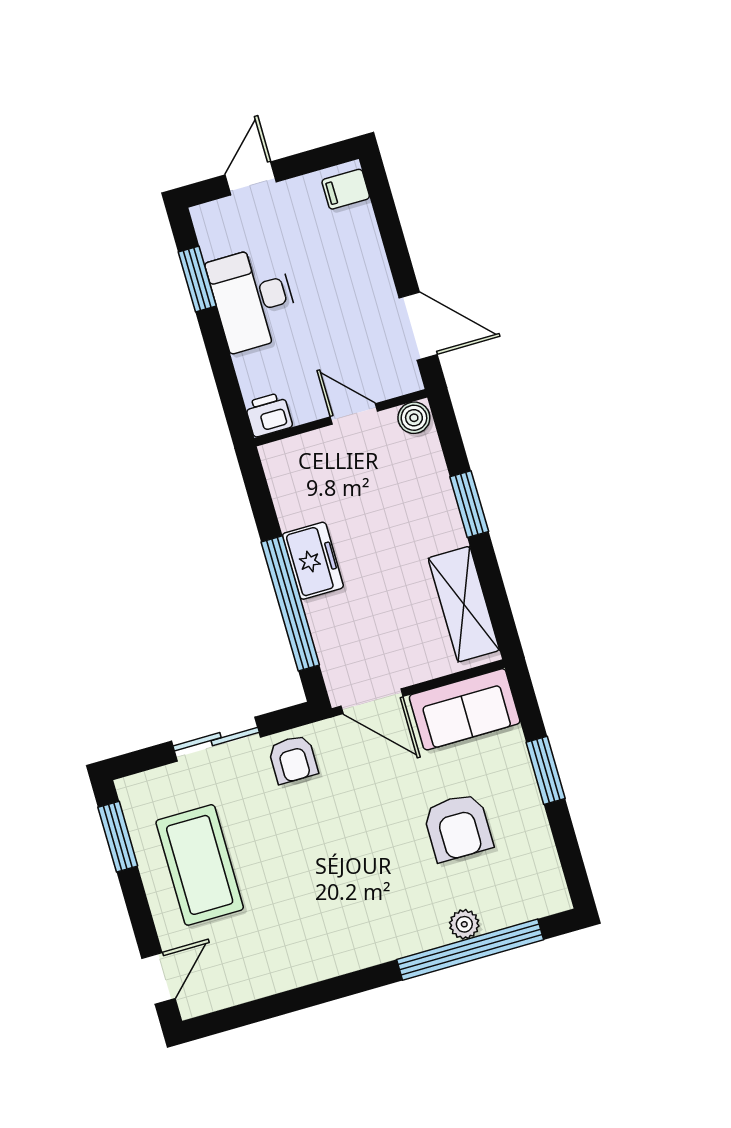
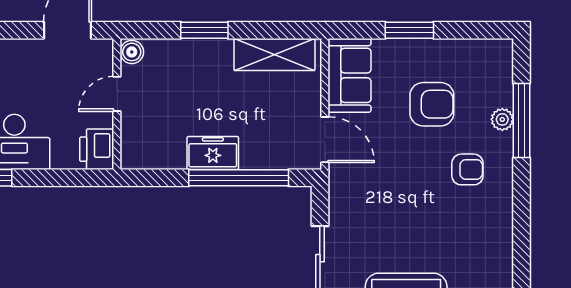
printer: (269, 415) -> (97, 149), width x1.36, depth x1.24
door: (372, 701) -> (325, 140), hinge flipped
armchair: (293, 759) -> (467, 169), moved
window: (470, 950) -> (521, 120), width x0.68

